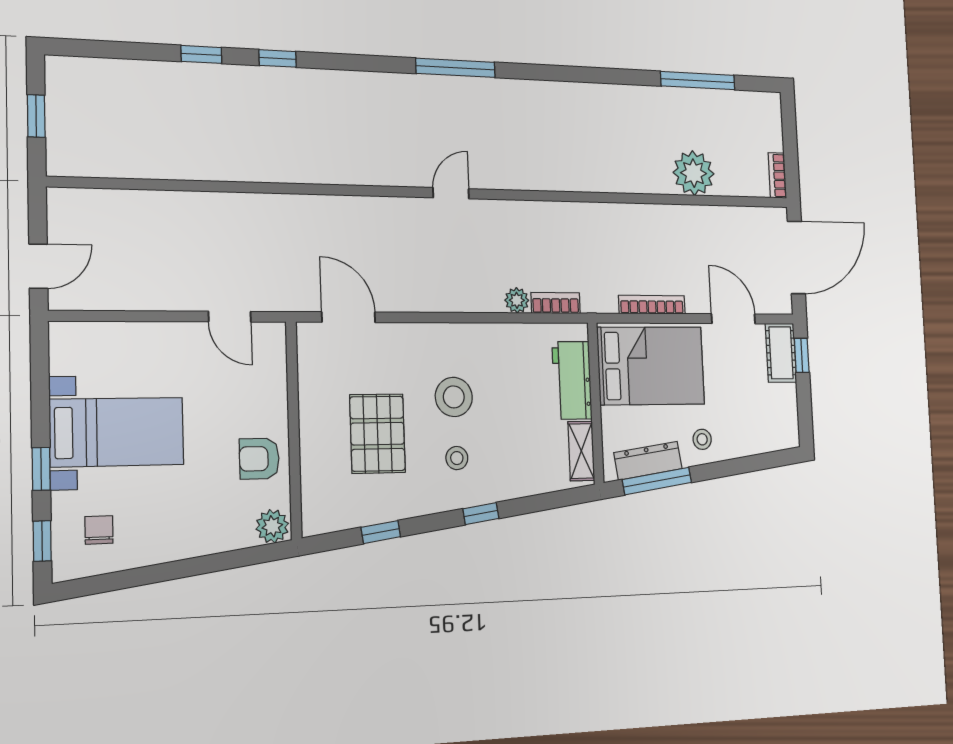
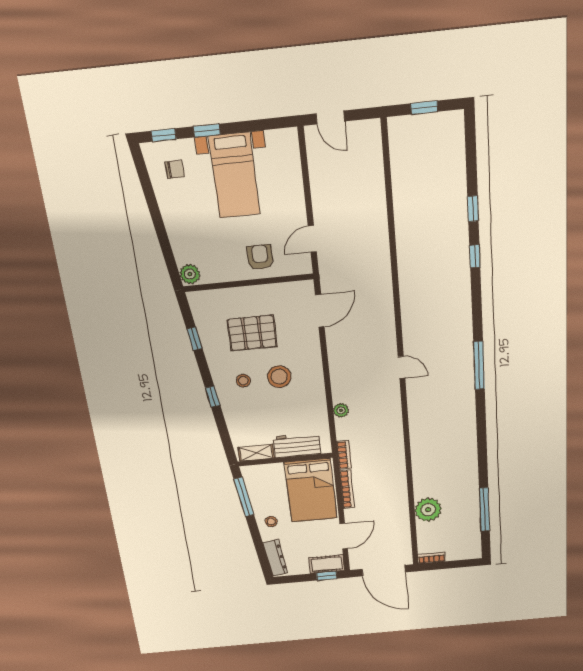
bookcase: (556, 303) -> (344, 455), moved
armchair: (259, 459) -> (260, 257), moved
dresser: (648, 461) -> (275, 558), moved

